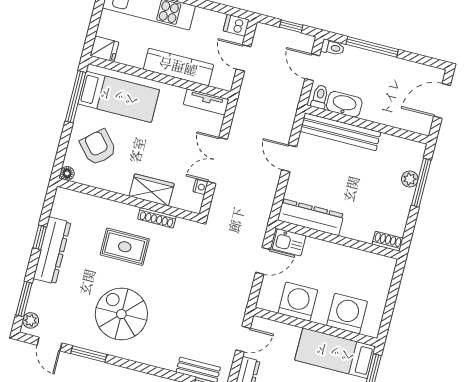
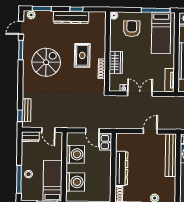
armchair: (98, 147) -> (132, 29), turned -49
dresser: (311, 217) -> (121, 168), moved

